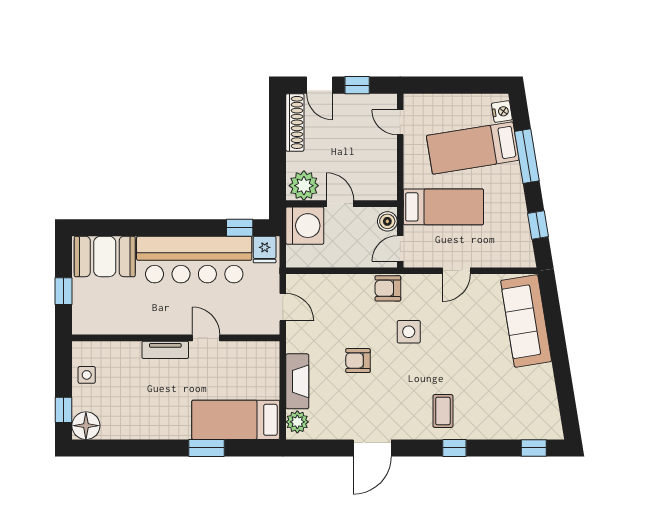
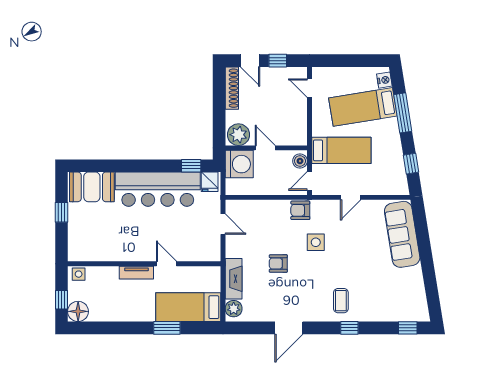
wall: (176, 338) -> (144, 264), moved
door: (206, 338) -> (166, 264), moved
tv unit: (165, 350) -> (136, 273), moved

